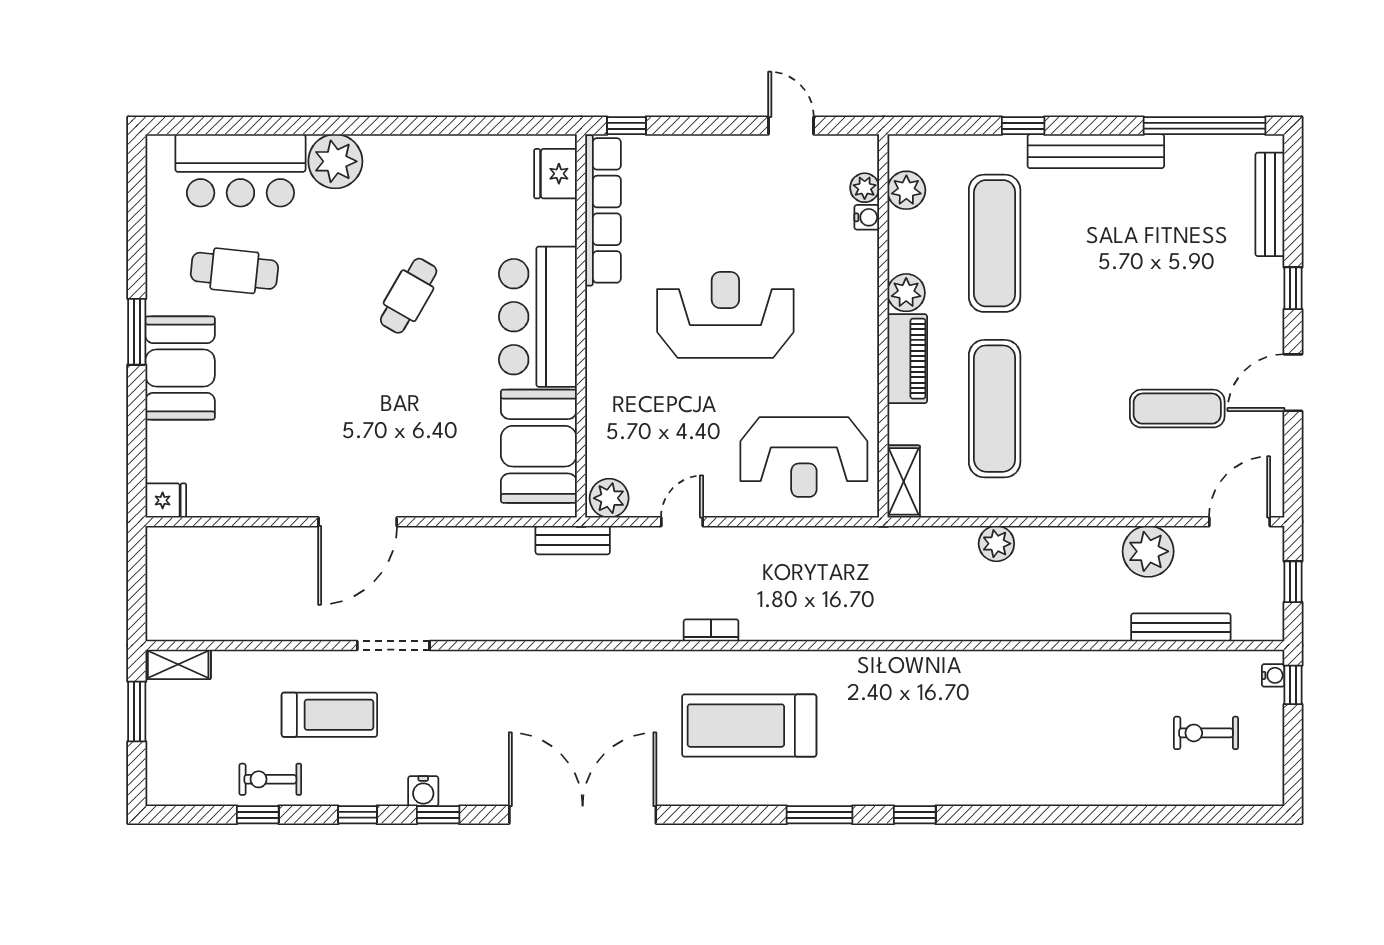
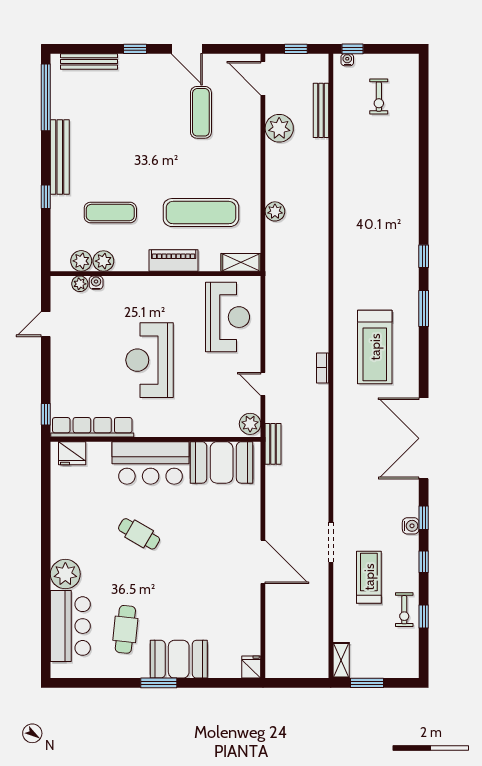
exercise mat: (995, 243) -> (110, 213), width x0.73, depth x0.69
plant: (906, 293) -> (103, 261), moved

